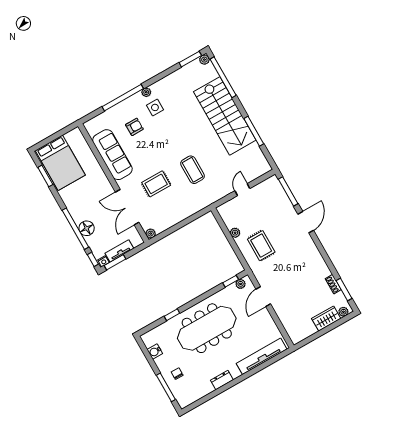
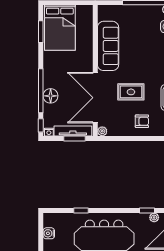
armchair: (134, 127) -> (142, 121), moved
double door: (127, 207) -> (95, 98), width x1.36
tv unit: (119, 251) -> (73, 131), width x1.41
window: (115, 262) -> (75, 138), moved

